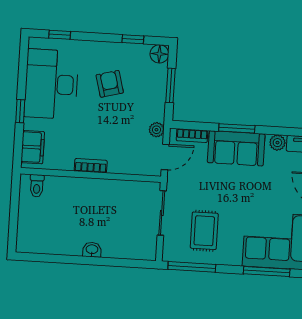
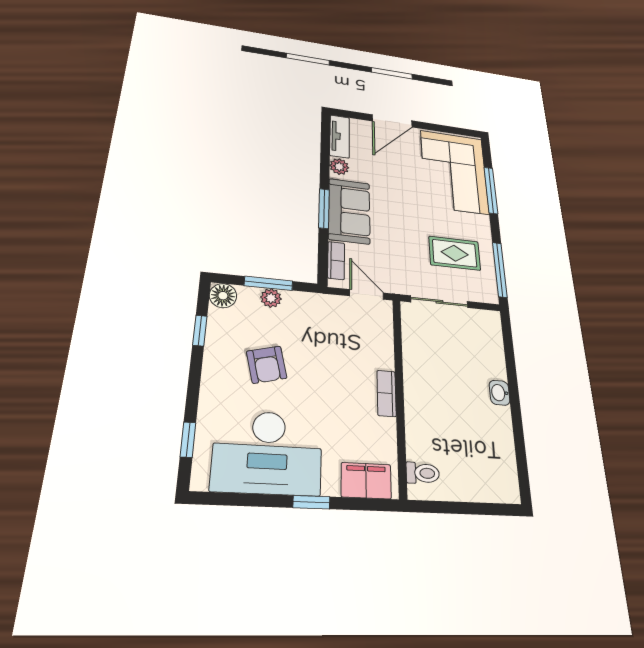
armchair: (110, 84) -> (267, 365), turned -89
plant: (157, 130) -> (271, 298), moved

